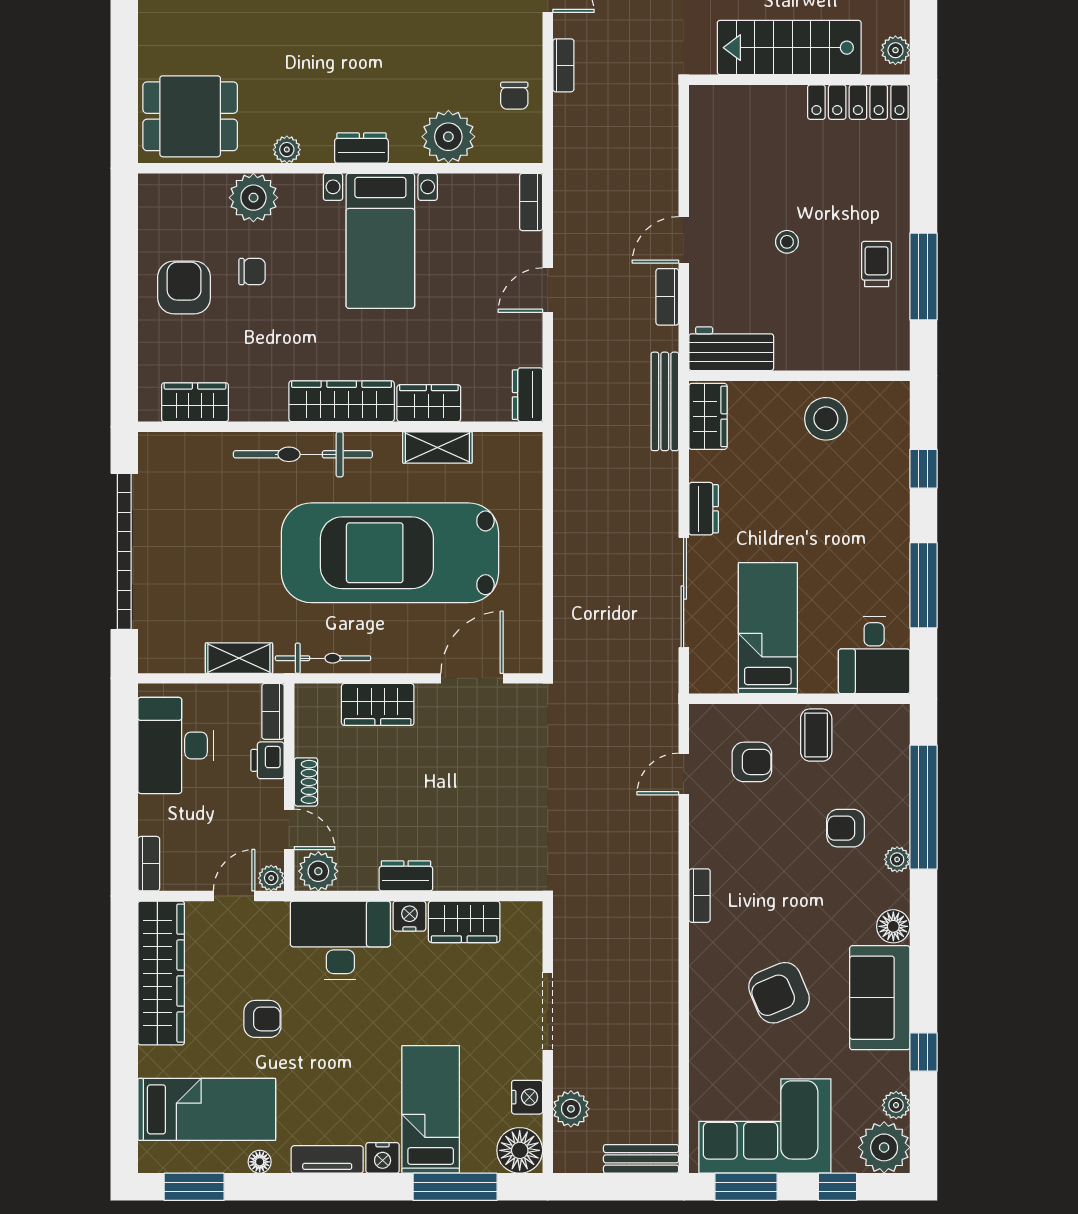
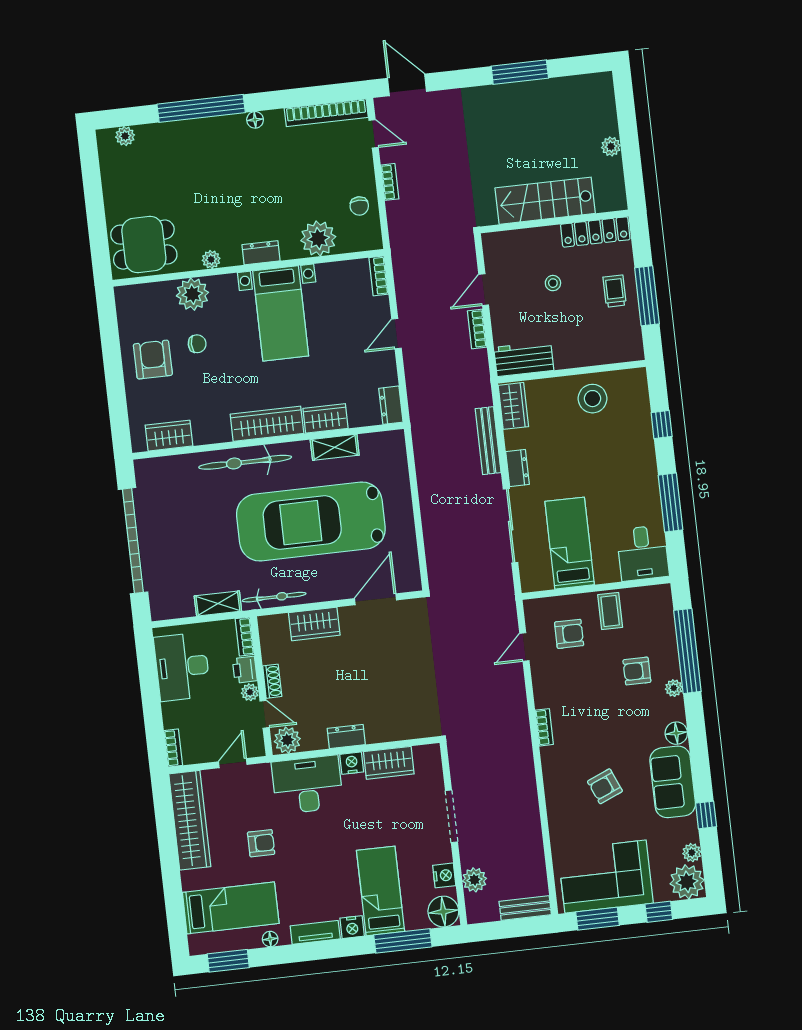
stairs: (789, 48) -> (545, 201), moved
wall: (799, 80) -> (554, 221), moved
locker: (858, 102) -> (595, 232), moved
bench: (665, 401) -> (488, 441), moved
plant: (271, 878) -> (250, 692), moved
armchair: (779, 993) -> (605, 786), width x0.72, depth x0.72

